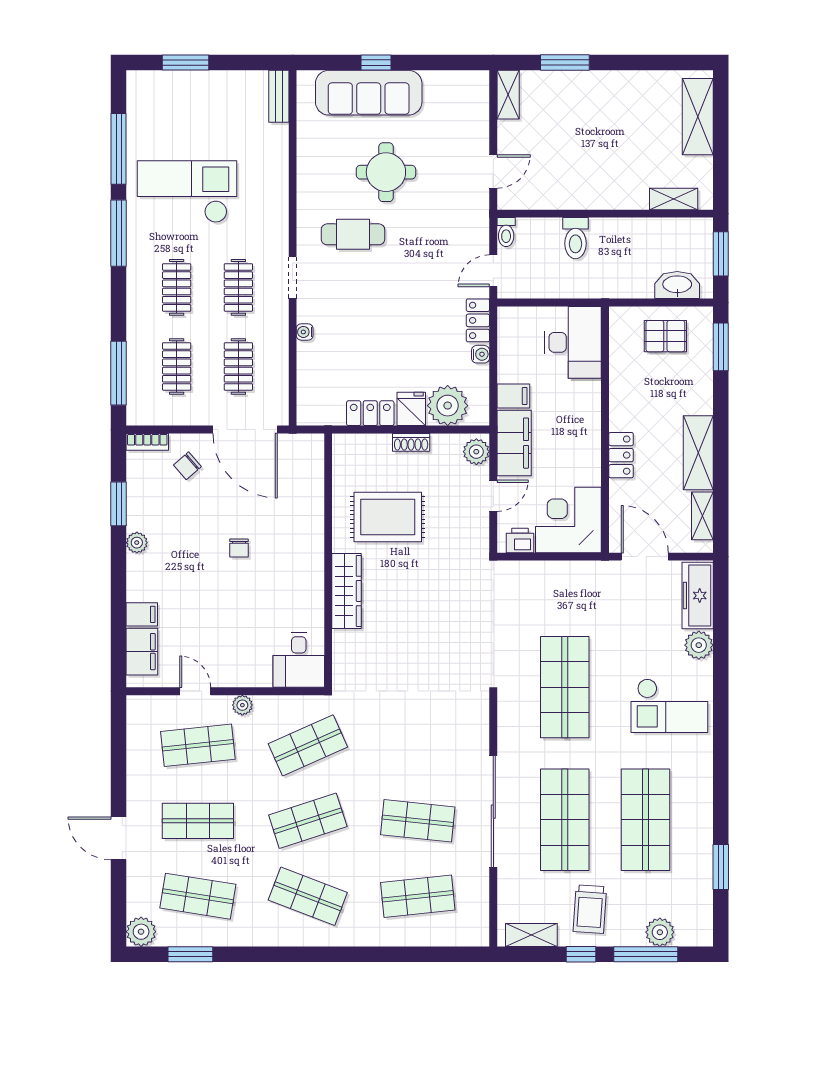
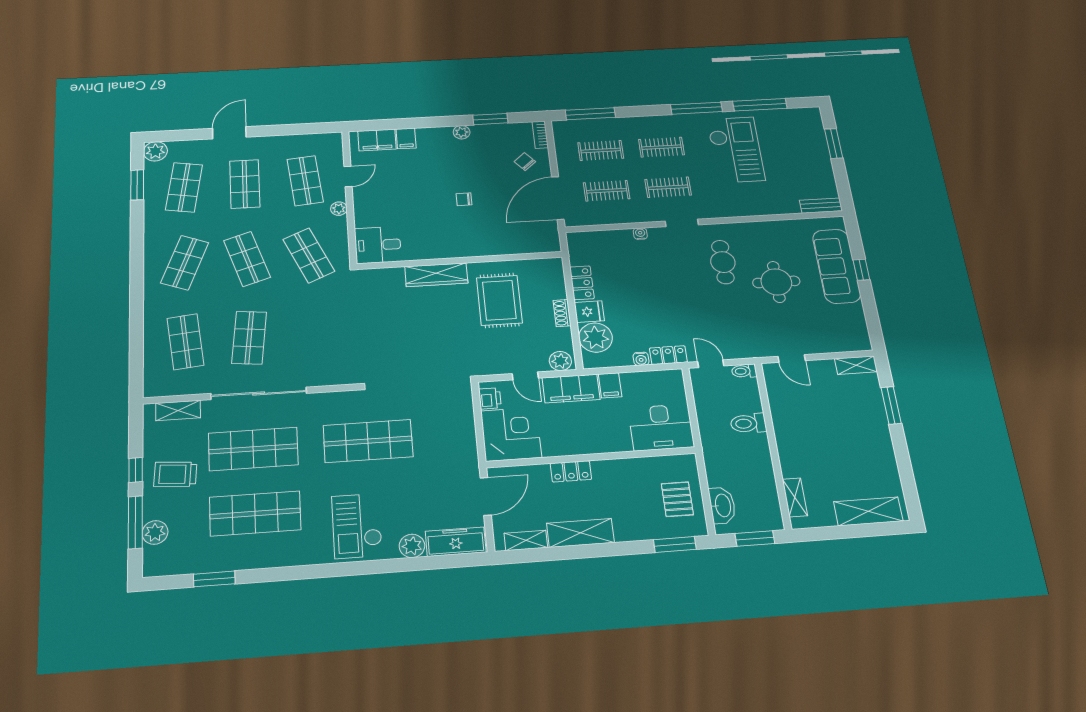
shelving: (531, 935) -> (178, 410), moved, turned 90

